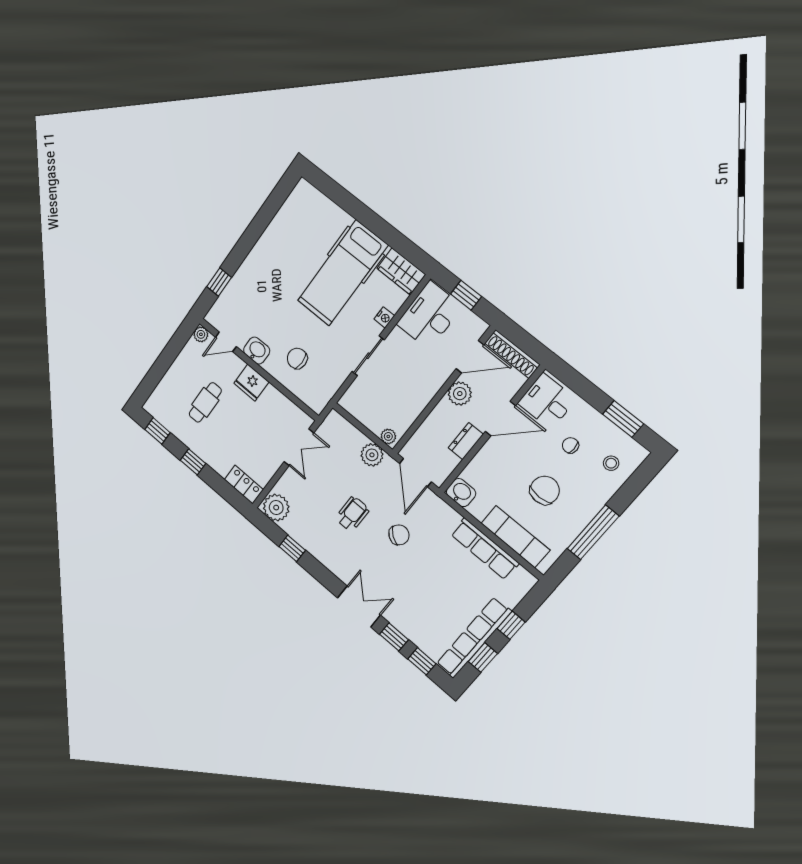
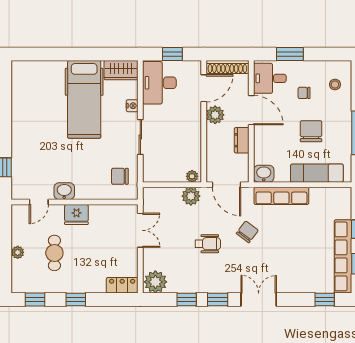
plant: (201, 334) -> (18, 252), moved
chair: (297, 358) -> (120, 176), moved
door: (500, 419) -> (251, 110), hinge flipped
window: (623, 419) -> (290, 54), moved
wheelchair: (352, 514) -> (208, 244), turned 90
row of seats: (485, 549) -> (281, 196), moved
window: (394, 637) -> (218, 299), moved

